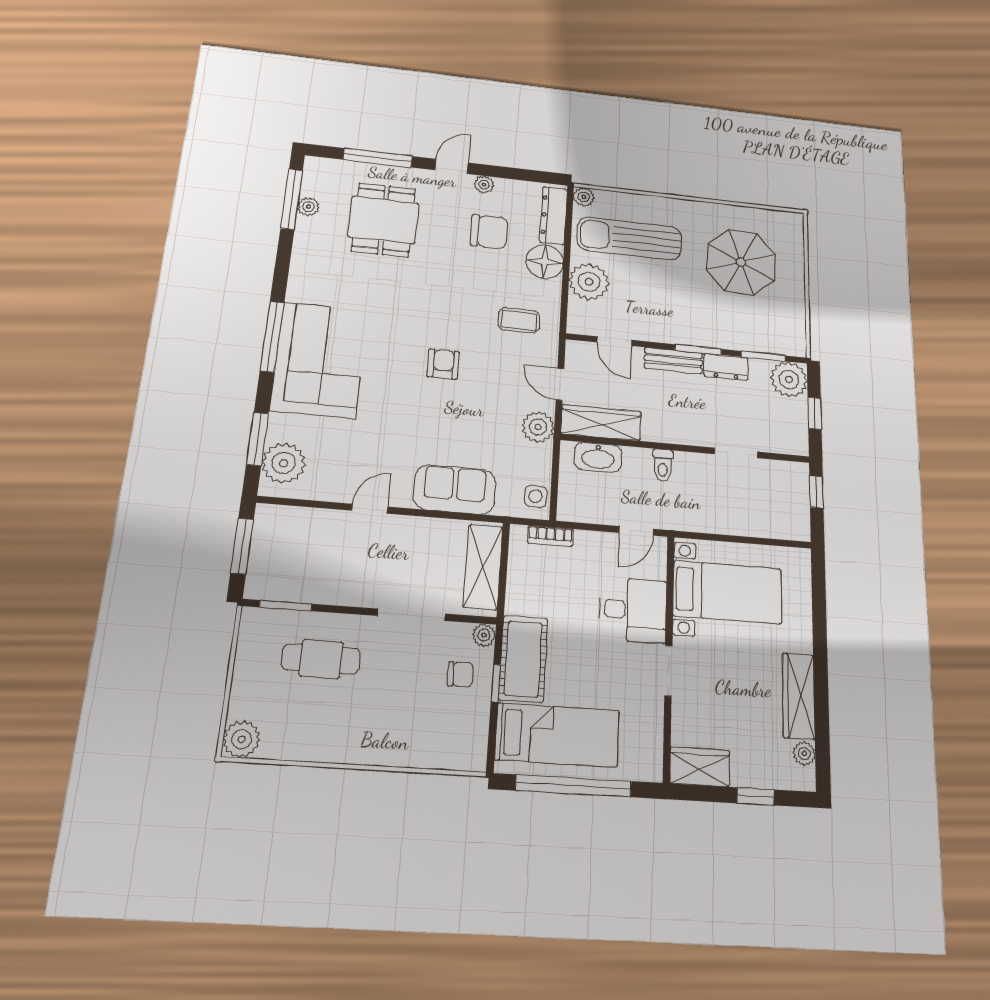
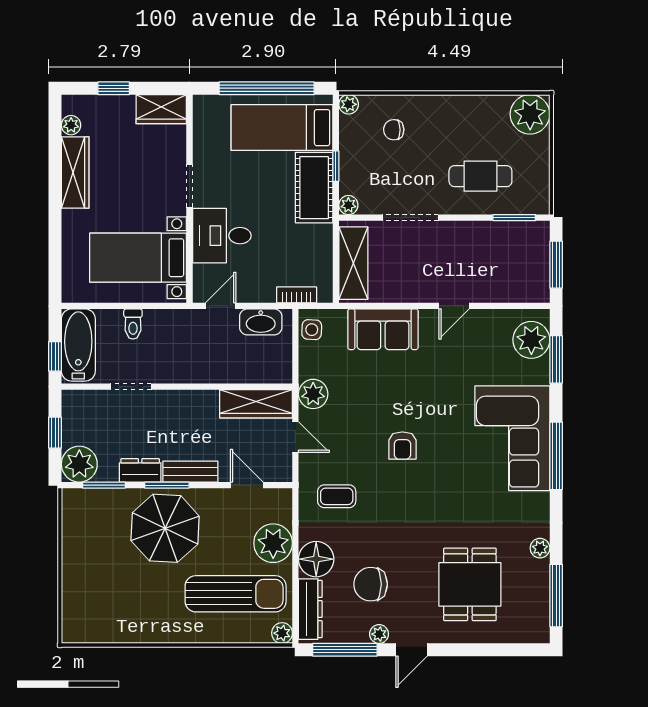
window: (378, 158) -> (345, 650), moved
plant: (308, 207) -> (540, 548), moved
parasol: (741, 262) -> (165, 528), moved
washbasin: (598, 457) -> (261, 322), moved, turned 180
toilet: (663, 465) -> (133, 324), moved, turned 180
bathtub: (792, 502) -> (78, 345), added
chair: (460, 674) -> (394, 130), moved
plant: (242, 739) -> (530, 114), width x1.36, depth x1.36
plant: (475, 759) -> (349, 104), added

